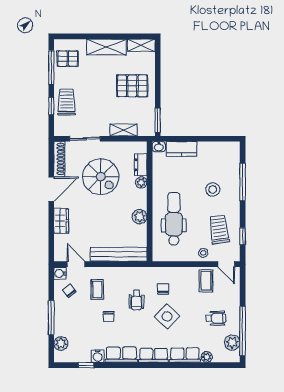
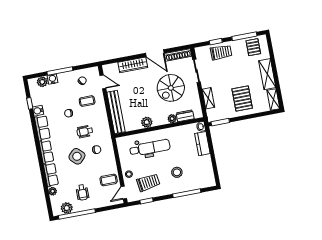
wardrobe: (61, 221) -> (133, 65), width x1.50
door: (76, 264) -> (103, 82), hinge flipped
water cooler: (60, 273) -> (53, 79), moved

